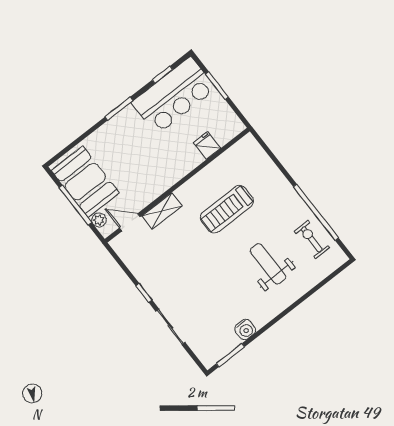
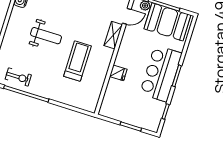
bar counter: (174, 95) -> (161, 73), moved
fridge: (207, 146) -> (118, 73), moved
weight bench: (268, 264) -> (46, 36), moved

